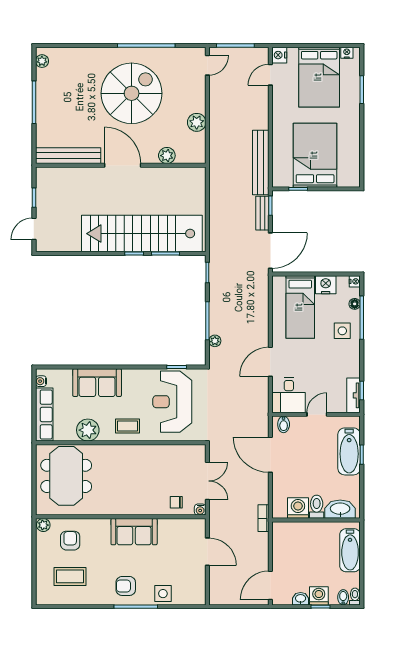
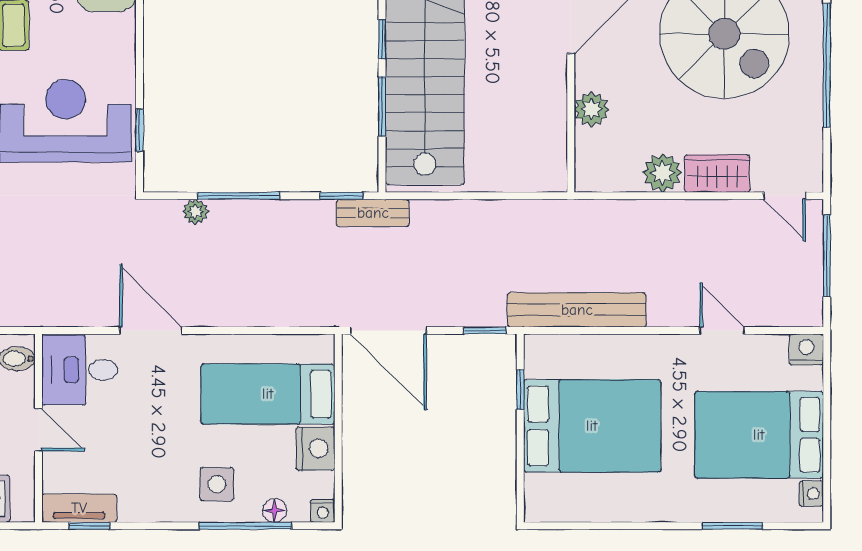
door: (270, 75) -> (722, 330), moved
wardrobe: (197, 97) -> (717, 173), added
bench: (262, 213) -> (373, 213), moved

